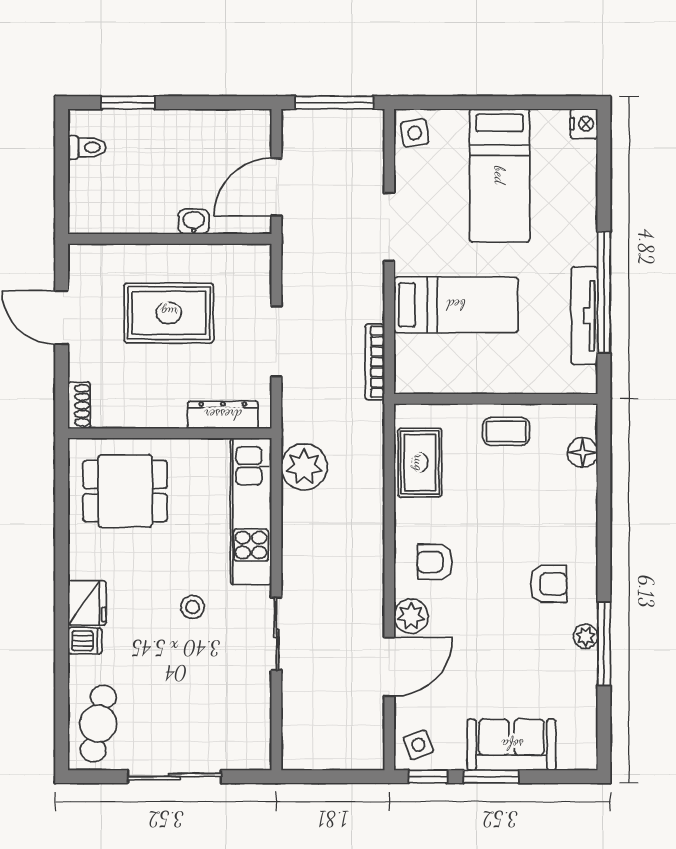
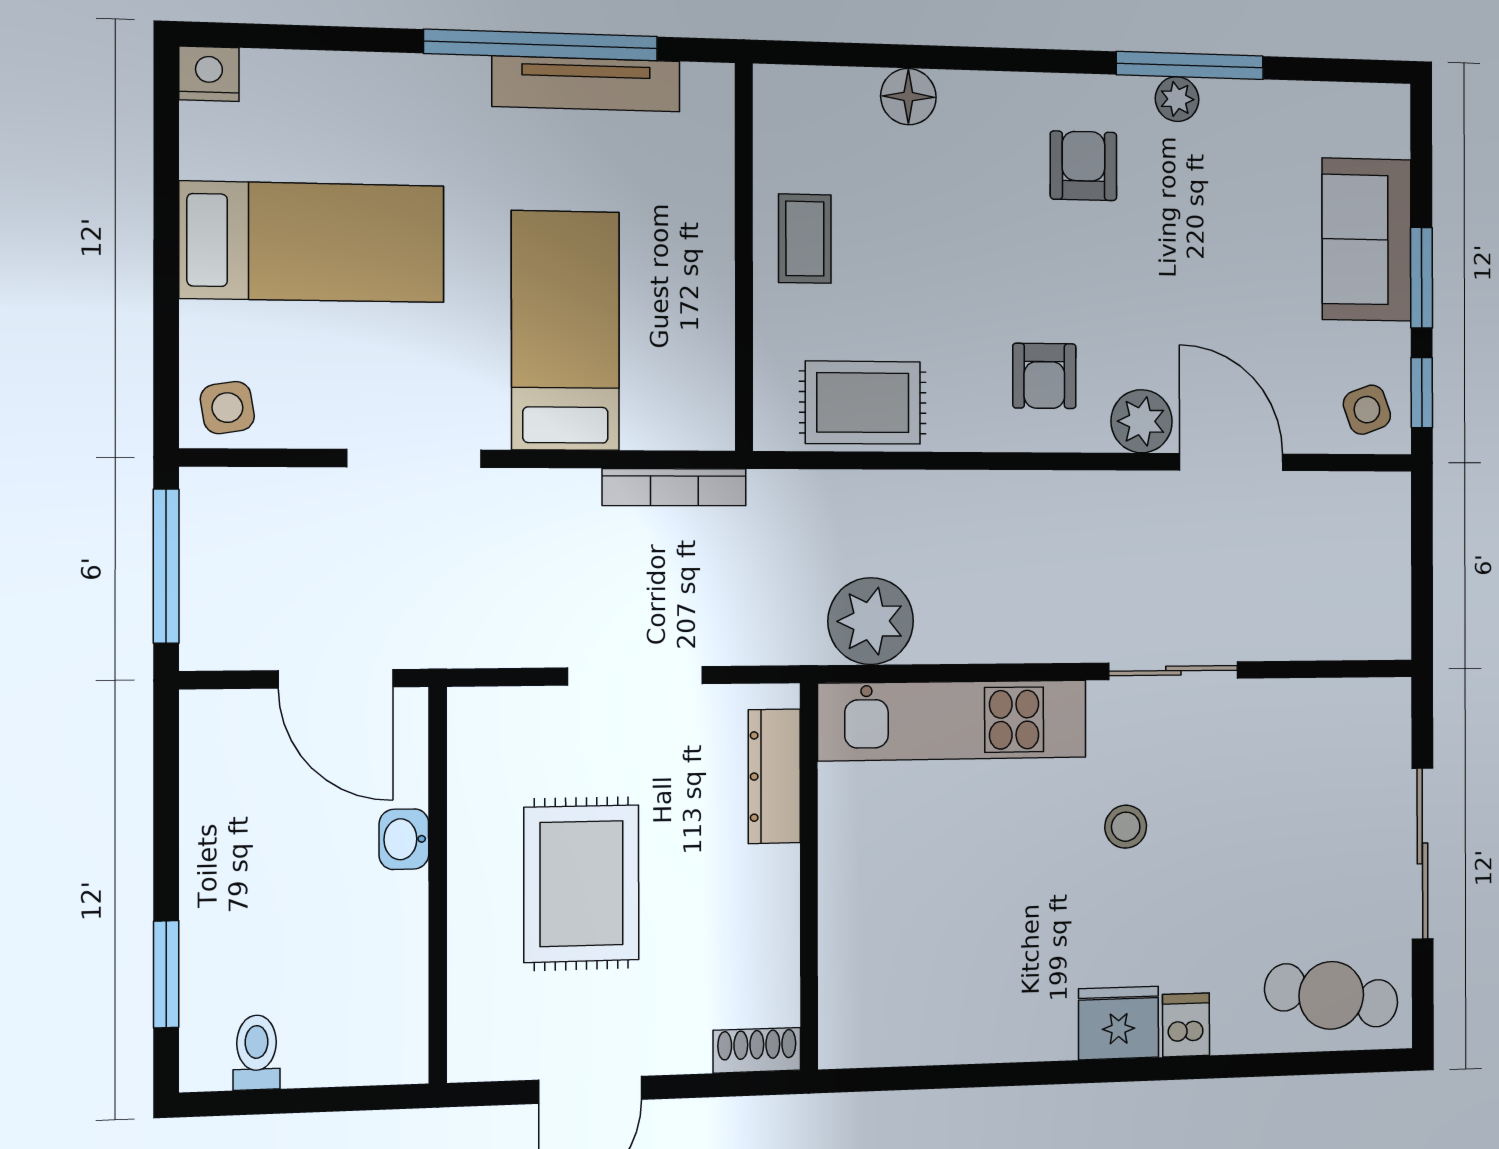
floor lamp: (583, 452) -> (908, 97), moved
dining table: (125, 491) -> (916, 958), removed

